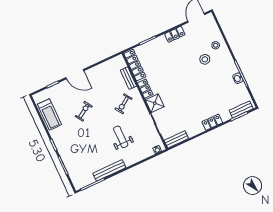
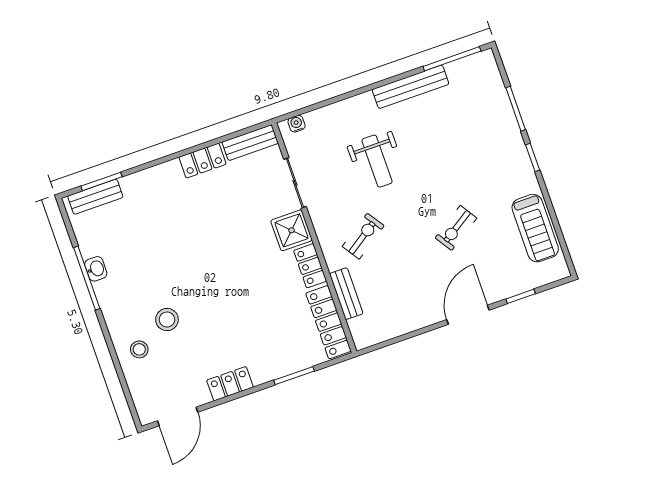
door: (75, 74) -> (468, 315), hinge flipped
treadmill: (49, 115) -> (535, 228), turned 180
locker: (212, 122) -> (203, 161), moved

